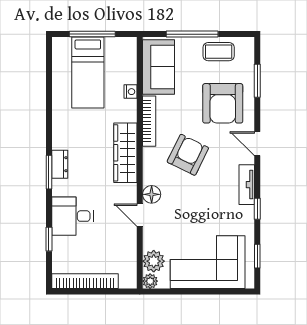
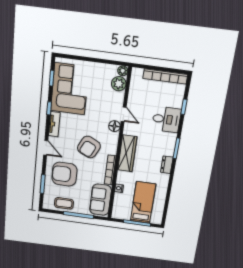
armchair: (223, 103) -> (64, 174), turned -90
dresser: (60, 164) -> (167, 165), moved
corner sofa: (208, 262) -> (70, 89), moved, turned -90

